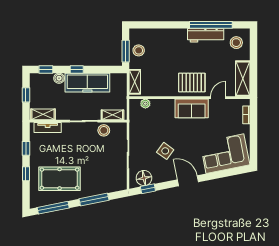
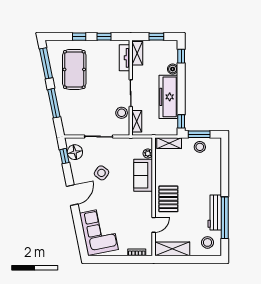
window: (77, 69) -> (181, 121), moved
door: (218, 98) -> (154, 225), hinge flipped
sofa: (192, 108) -> (143, 175), moved

